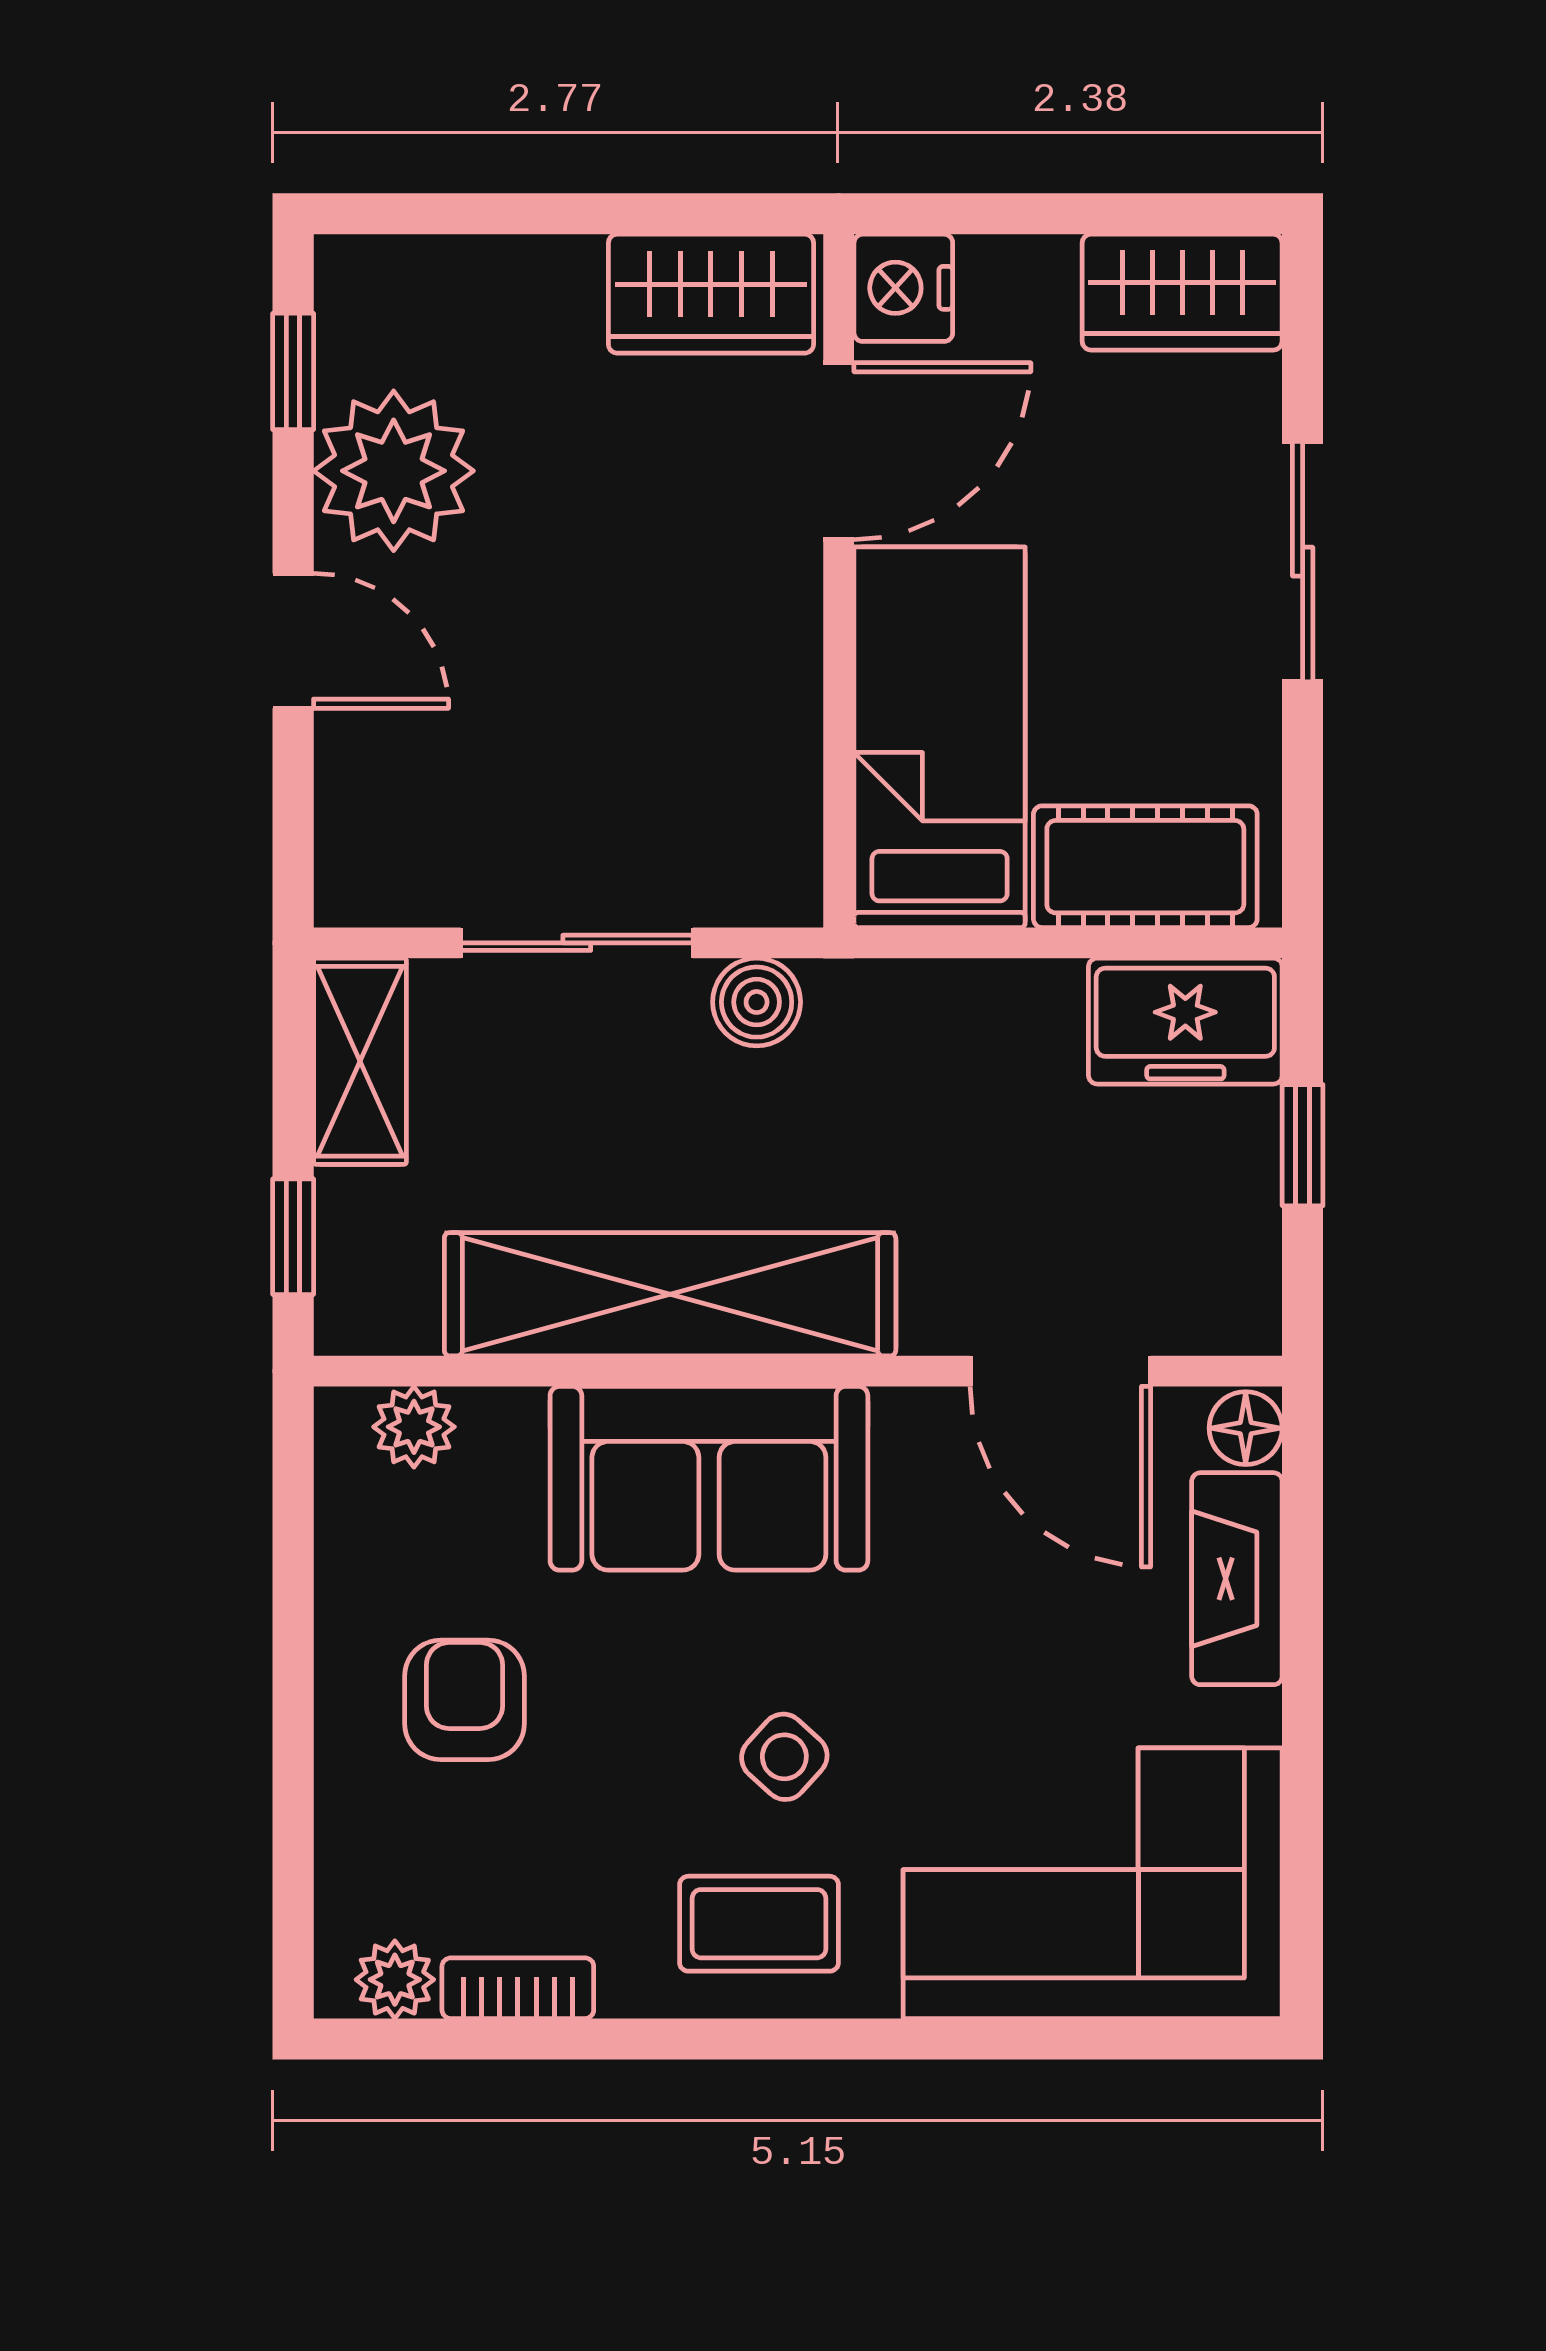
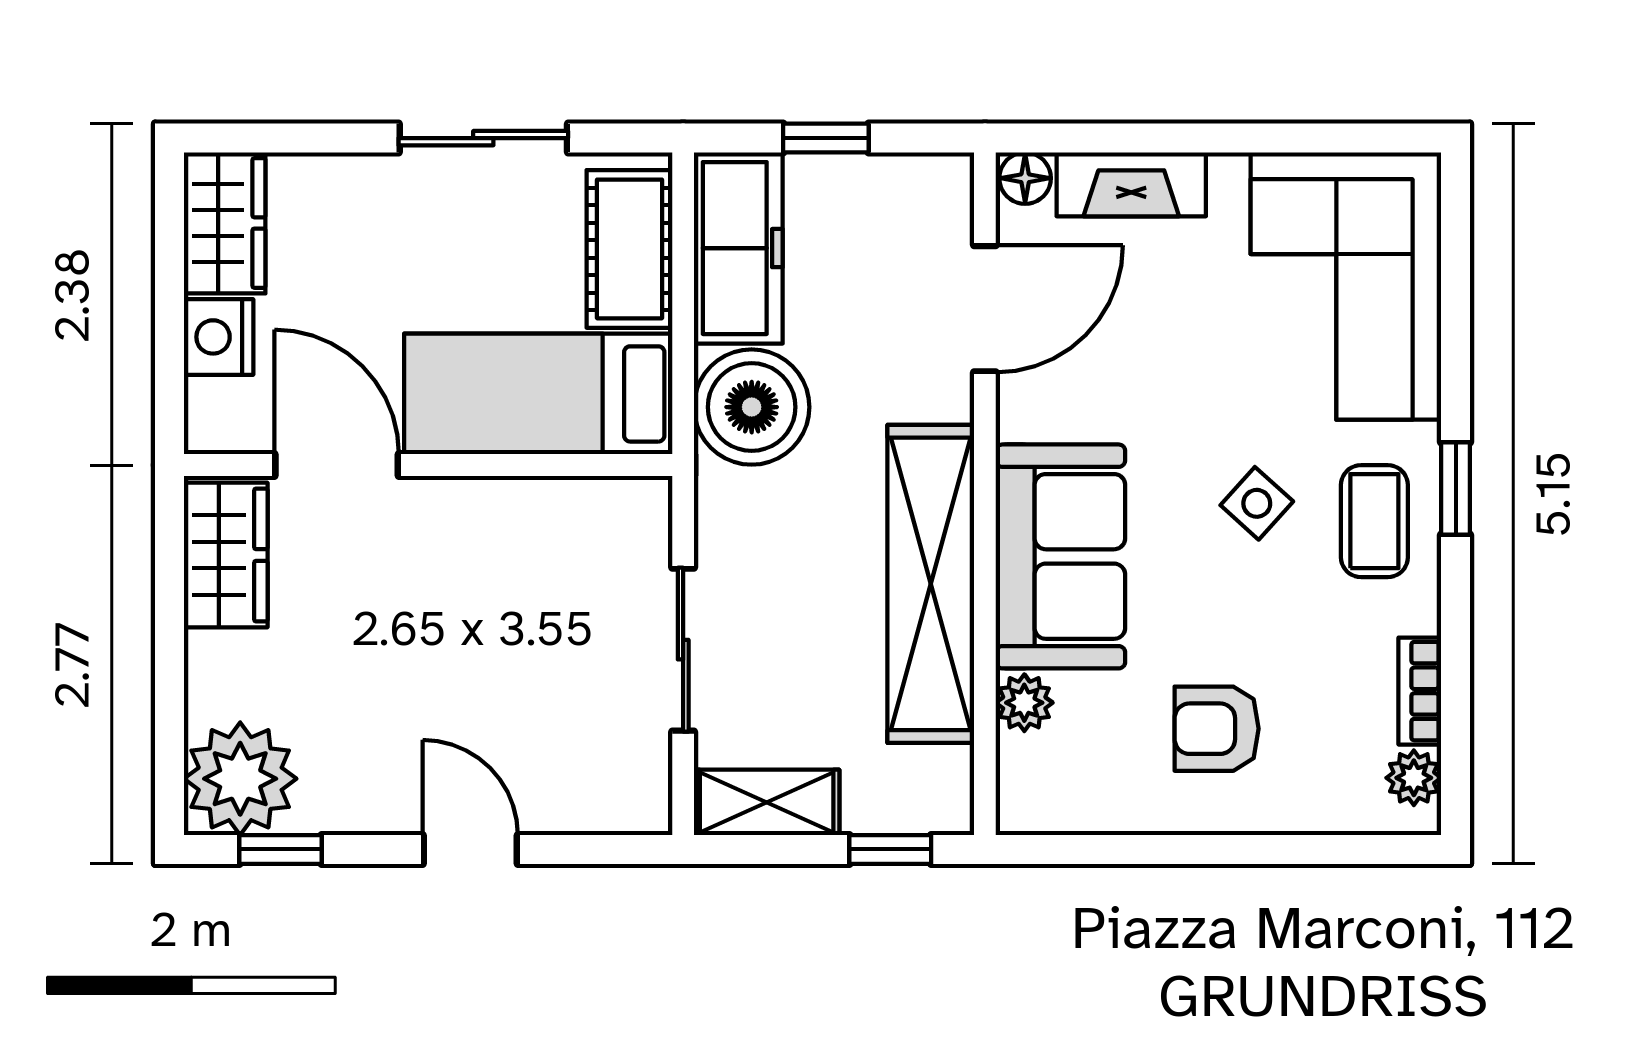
nightstand: (903, 288) -> (219, 337), moved, turned 90
plant: (394, 471) -> (240, 779), moved
sliding door: (1303, 562) -> (483, 138), moved
door: (293, 641) -> (470, 849), hinge flipped
boiler: (757, 1002) -> (752, 407), moved, width x1.86, depth x1.86
freezer: (1185, 1021) -> (738, 248), width x1.40
plant: (414, 1427) -> (1024, 703), moved
window: (805, 2039) -> (1456, 488), added

